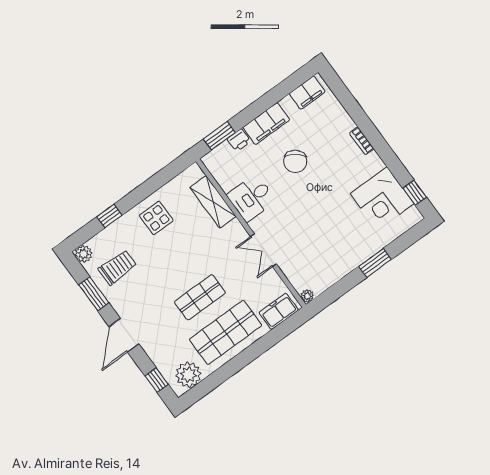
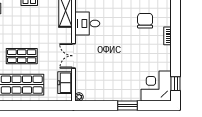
chair: (295, 161) -> (145, 21), moved, turned 142
corner desk: (382, 199) -> (156, 86), moved, turned 90
freezer: (279, 311) -> (65, 83), moved, turned -90

